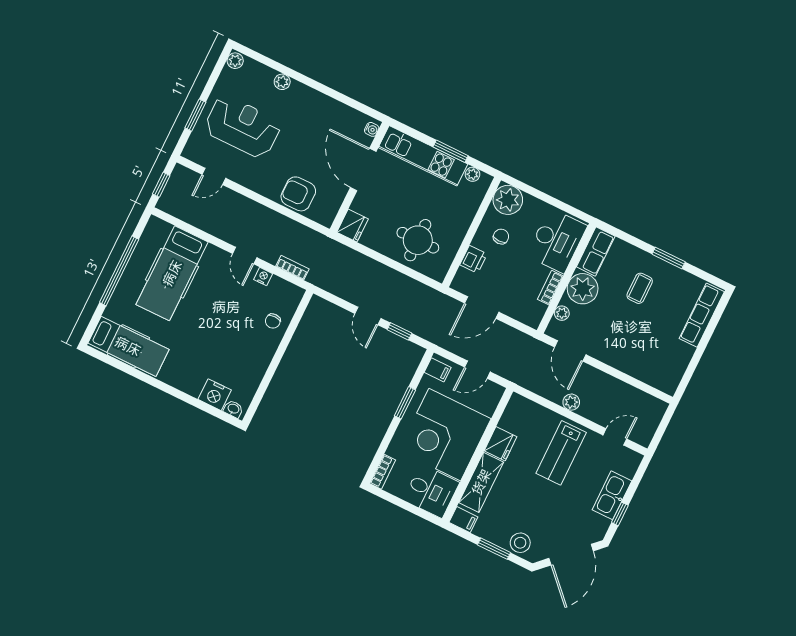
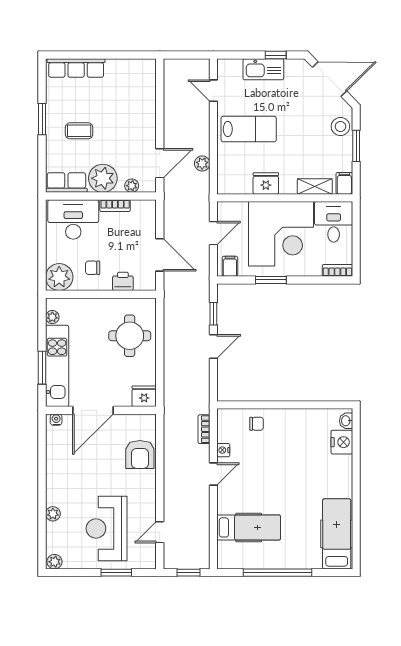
window: (451, 151) -> (42, 368), moved
door: (214, 176) -> (160, 532), swing flipped
hospital bed: (172, 273) -> (249, 527), width x0.73, depth x0.77
door: (477, 370) -> (213, 233), hinge flipped
plant: (571, 402) -> (202, 163), moved
shelving: (481, 482) -> (315, 186), width x0.67, depth x0.75

